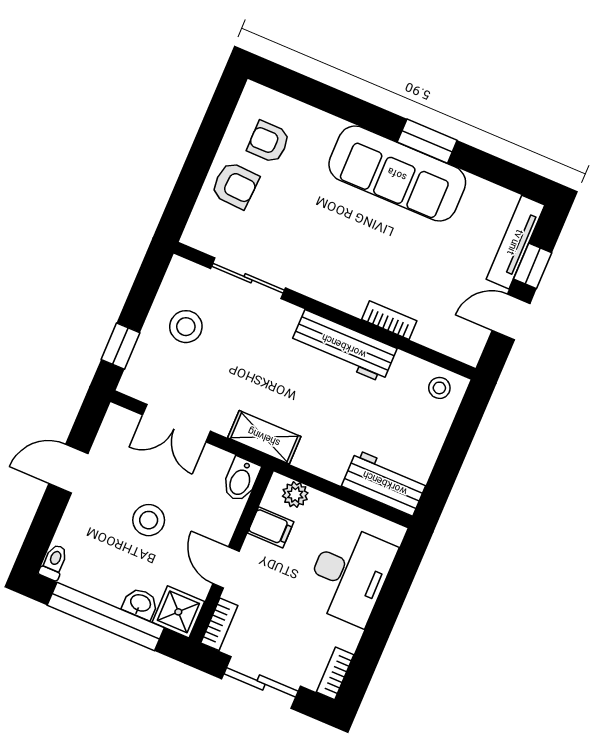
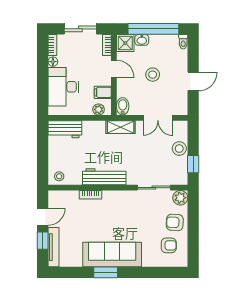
plant: (201, 233) -> (180, 198), added
stool: (186, 327) -> (179, 149), moved
window: (121, 346) -> (193, 164), moved
double door: (176, 423) -> (158, 118), swing flipped
floor lamp: (349, 638) -> (53, 62), added

